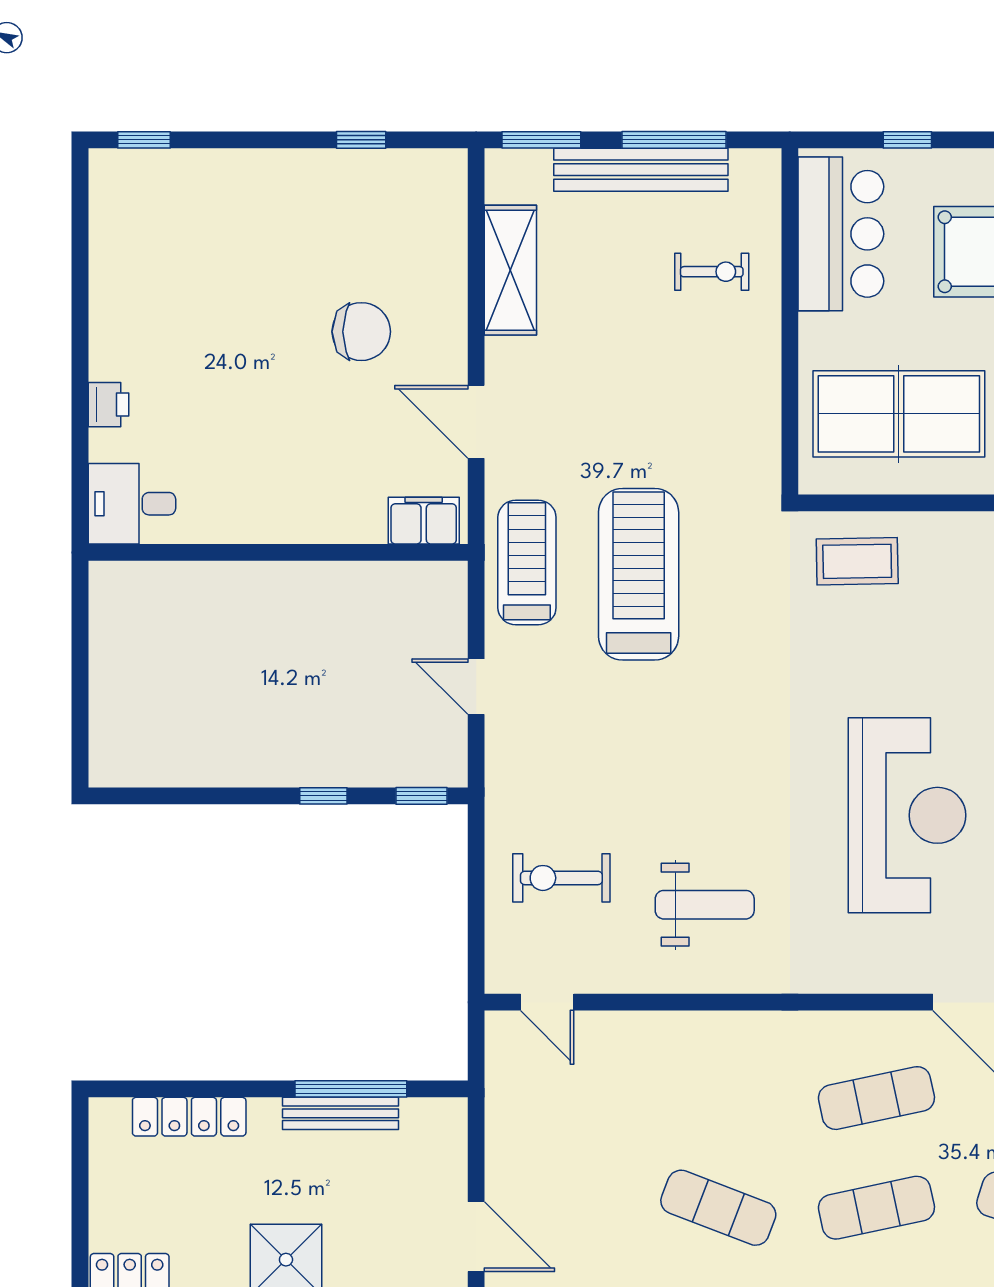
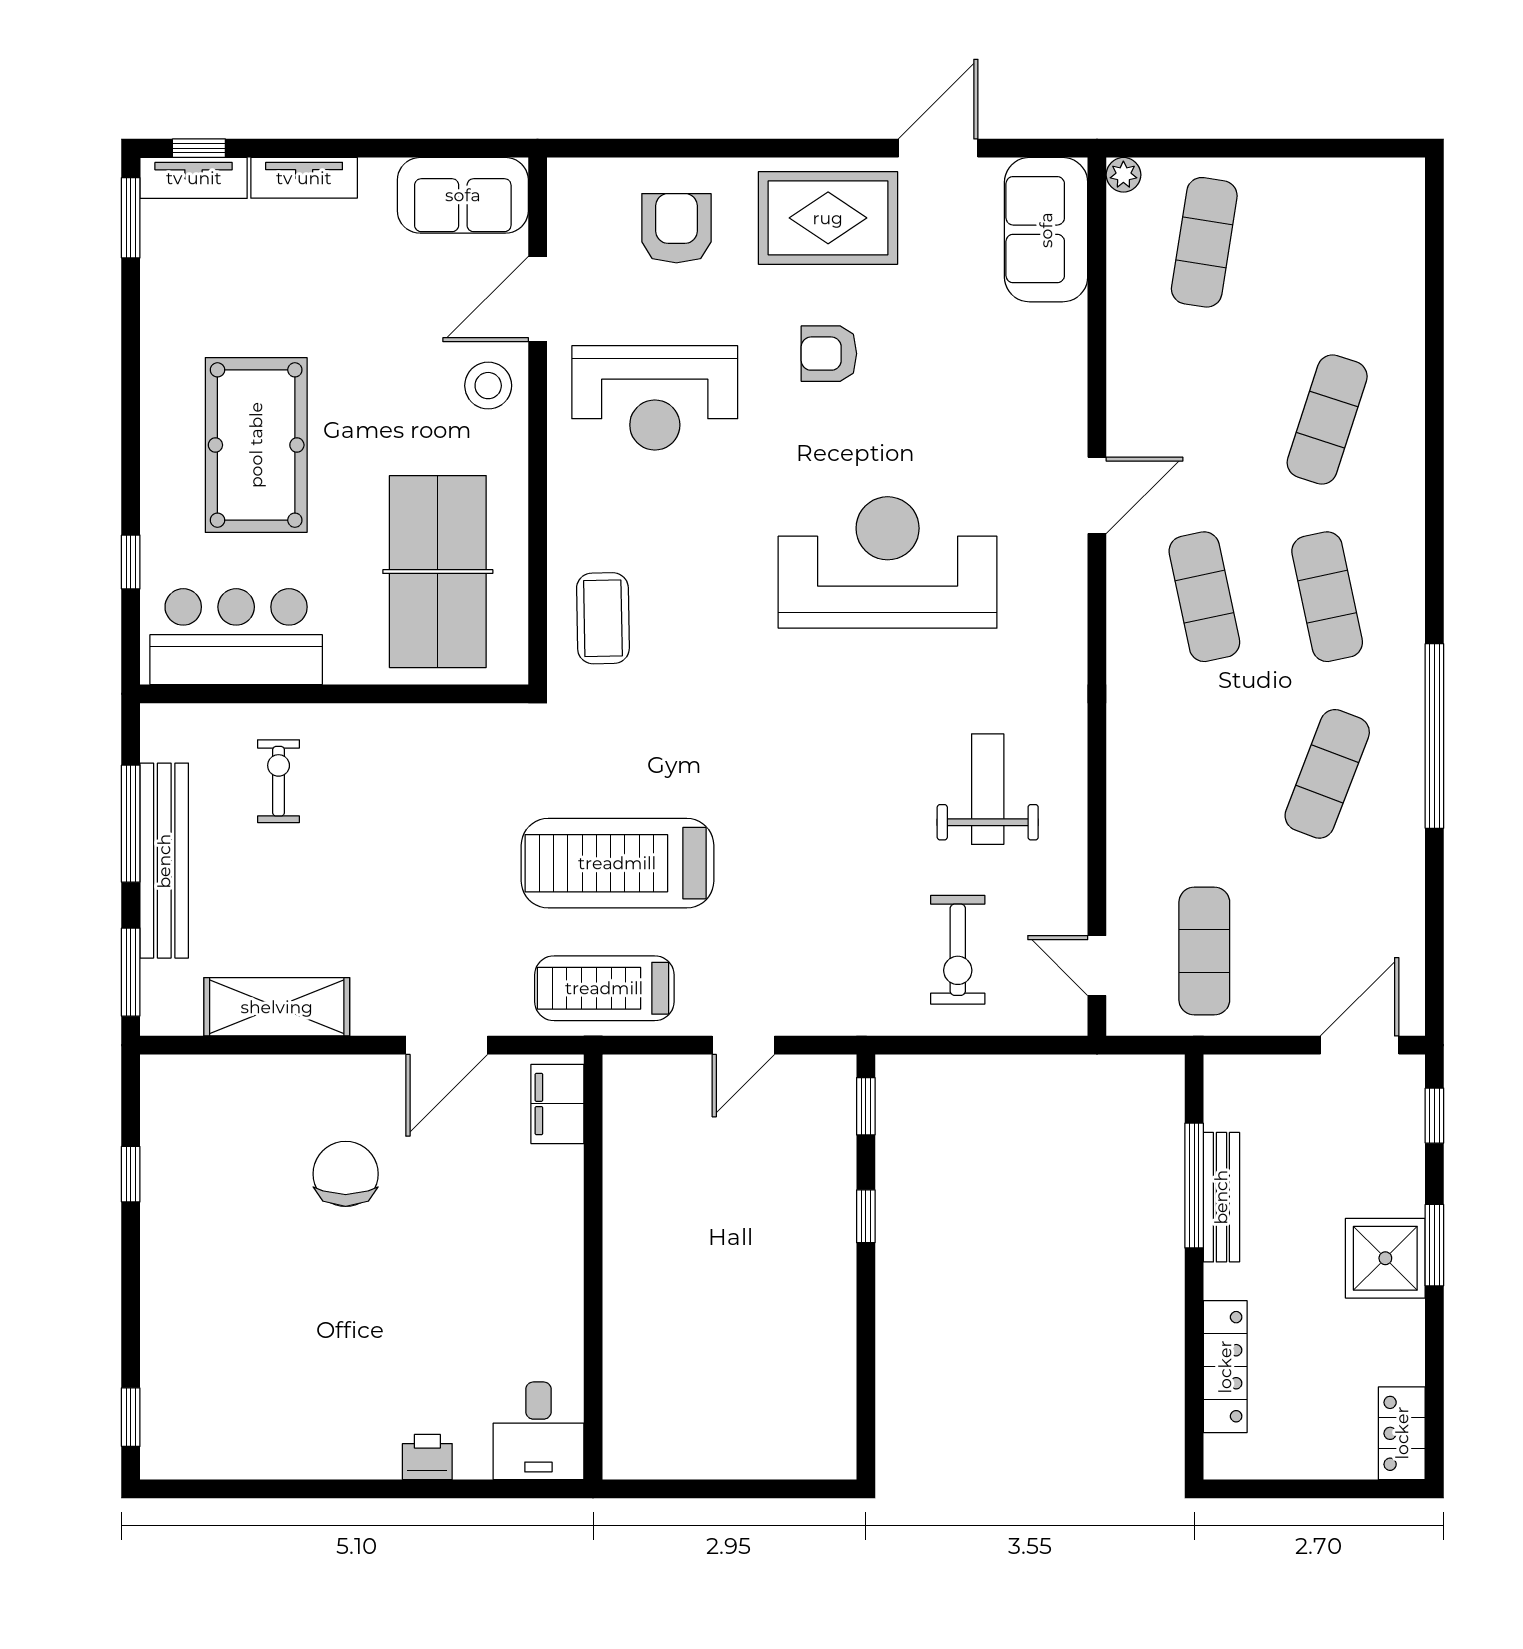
door: (547, 1002) -> (1097, 966), swing flipped
exercise mat: (560, 1098) -> (1204, 951), added

